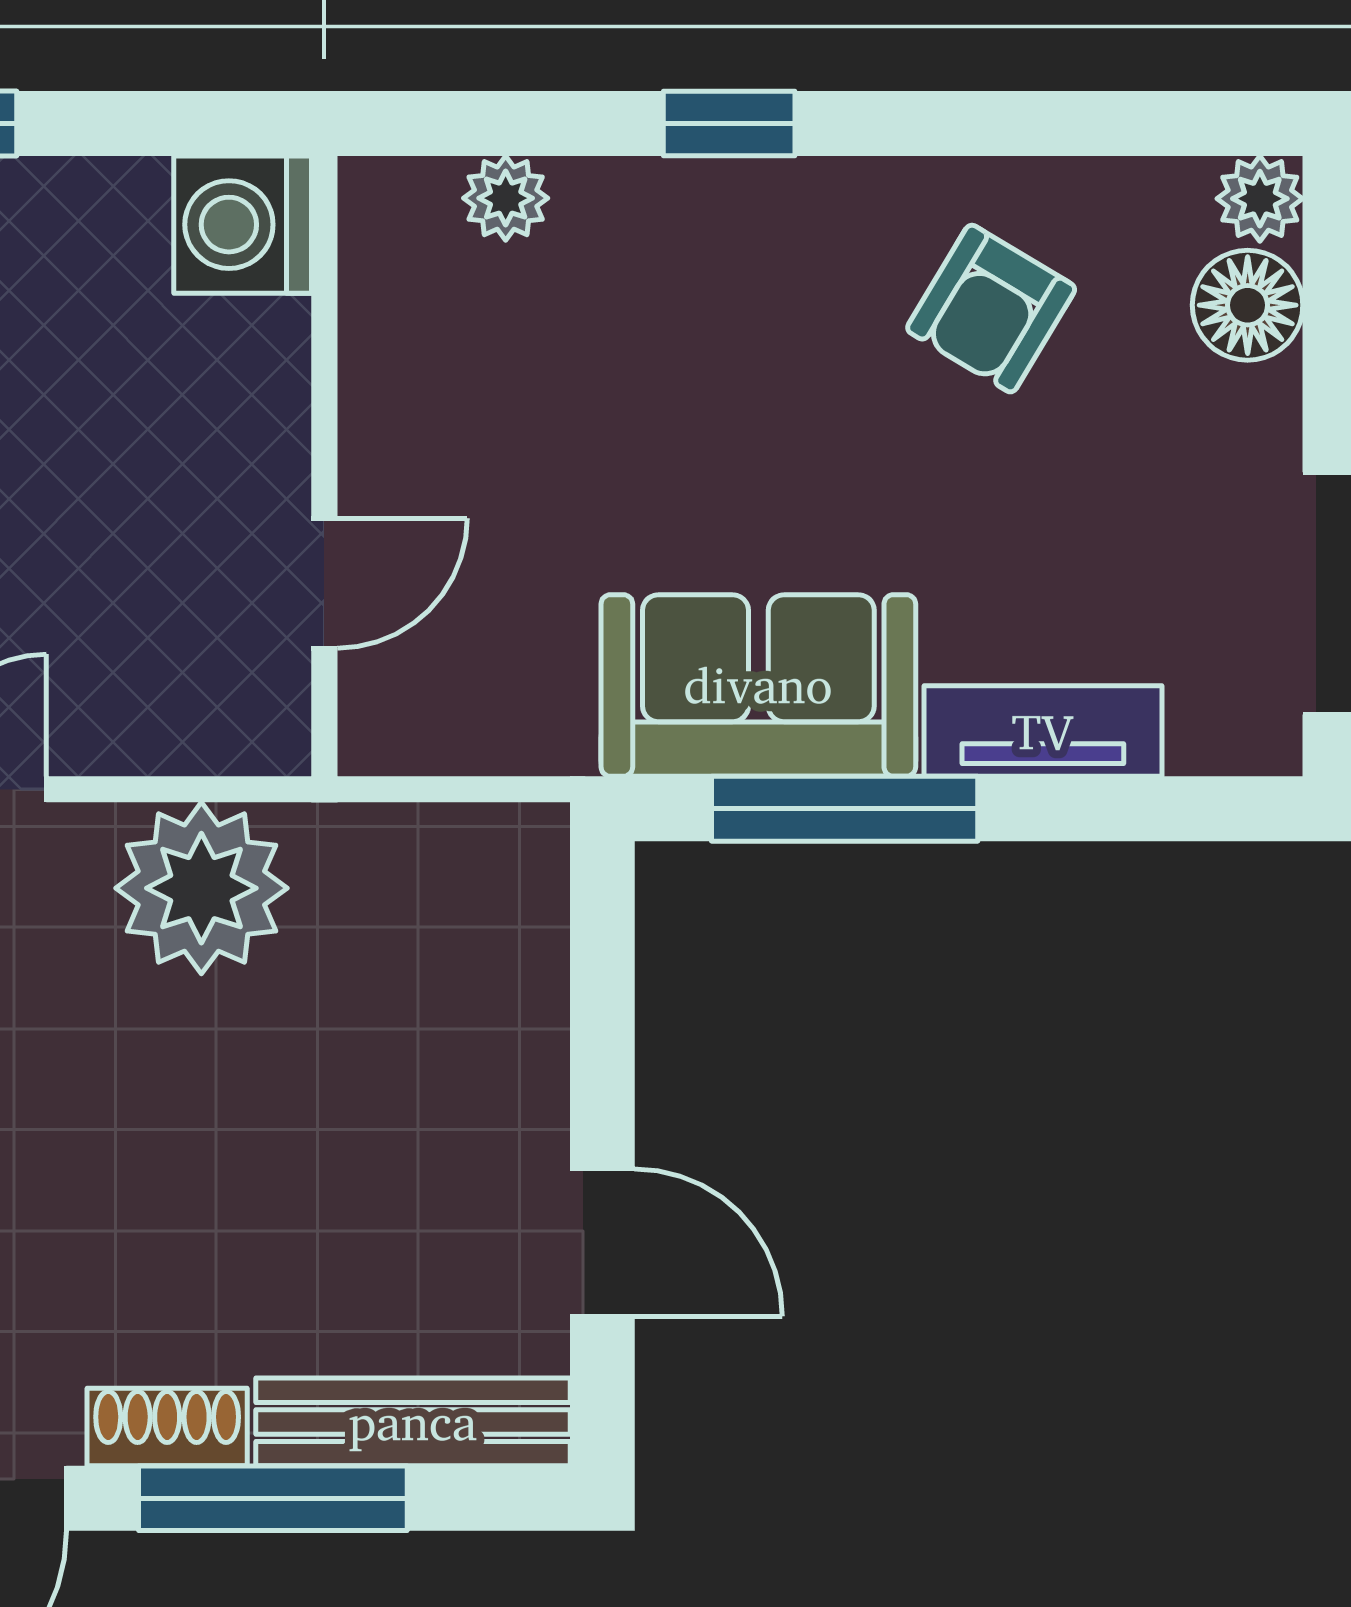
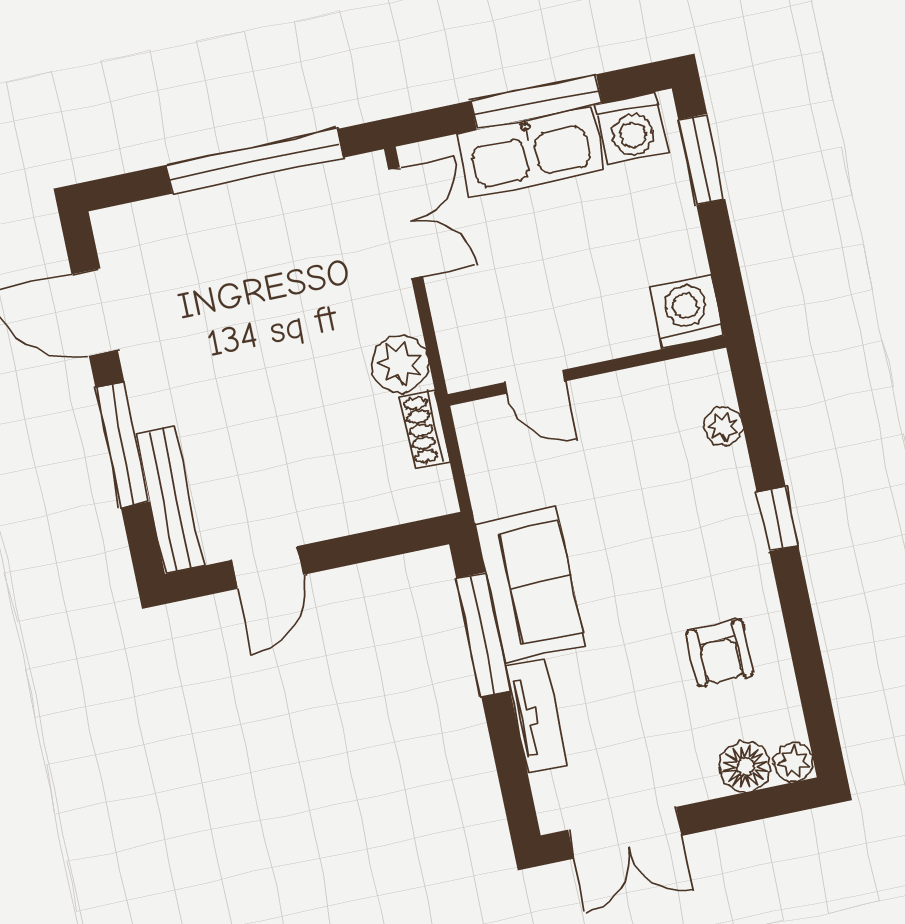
armchair: (991, 309) -> (720, 653), turned -121
plant: (201, 888) -> (400, 364), width x0.73, depth x0.73
shoe rack: (167, 1427) -> (425, 429), moved, turned 180

